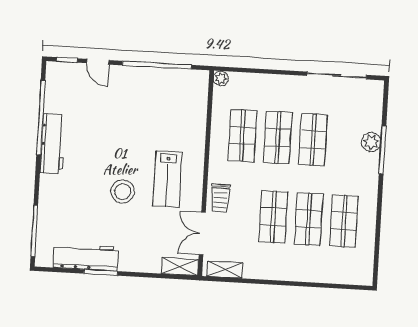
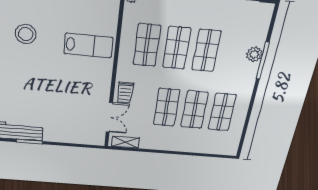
lab bench: (167, 179) -> (88, 46), moved, turned -90
stool: (123, 192) -> (26, 34), moved
double door: (202, 233) -> (109, 117), swing flipped
shelving: (180, 267) -> (91, 139), removed

